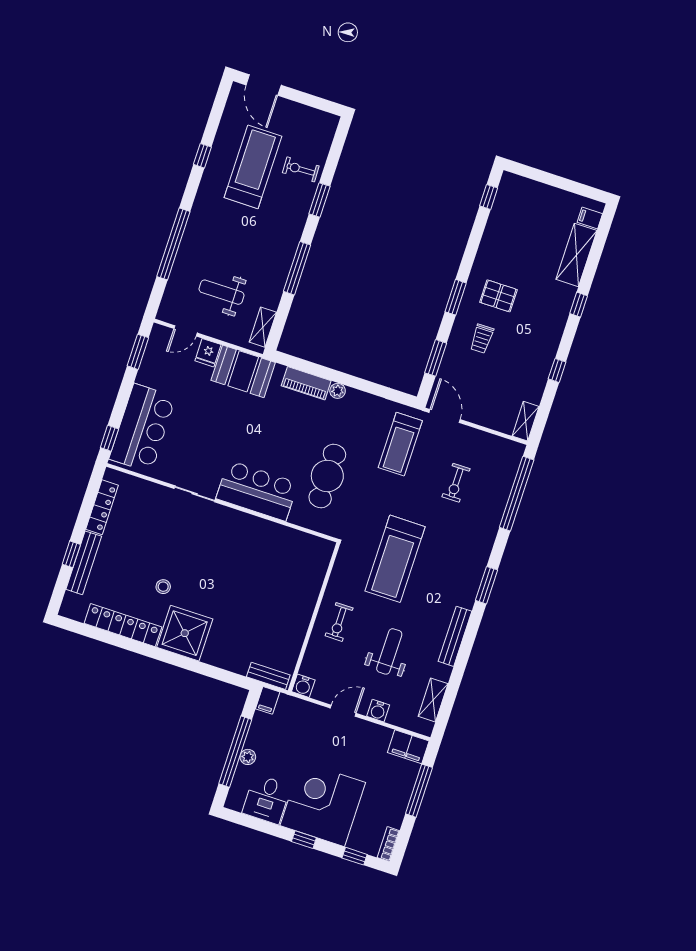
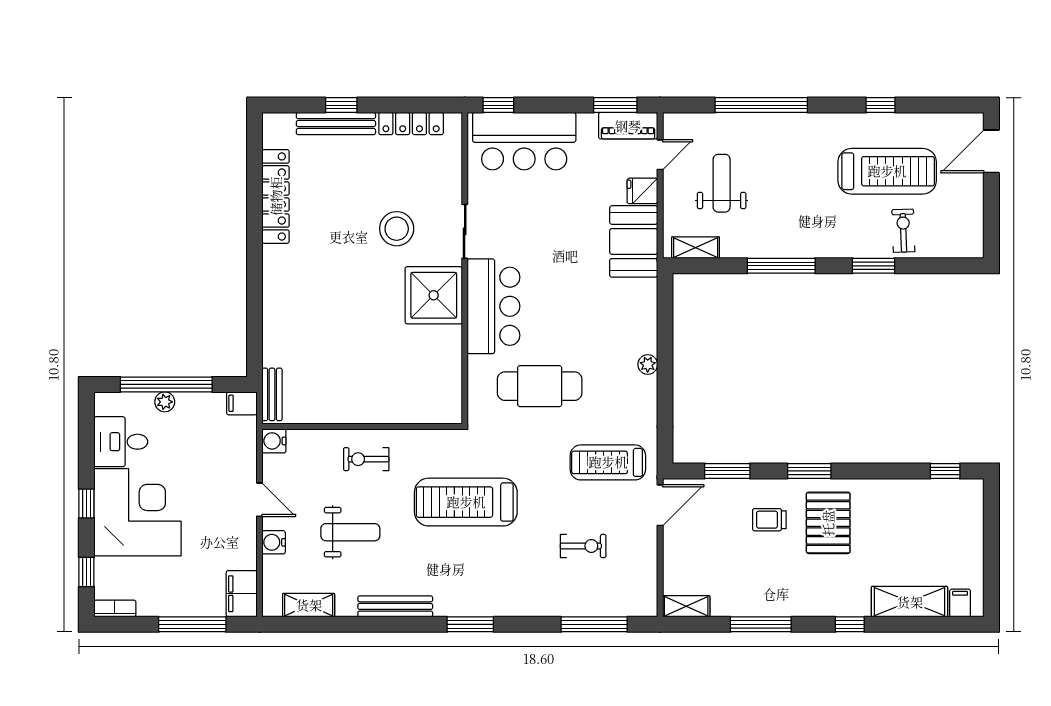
pallet: (498, 296) -> (828, 523), width x1.50, depth x1.42
door: (186, 331) -> (660, 155), swing flipped
window: (557, 370) -> (761, 624), width x2.17
piano: (306, 383) -> (628, 126), moved, turned -90
exercise bike: (456, 483) -> (583, 546), turned 180
window: (517, 494) -> (594, 624), width x0.68
stool: (163, 587) -> (397, 229), moved, width x1.89, depth x1.89
shower: (185, 633) -> (434, 295), moved

